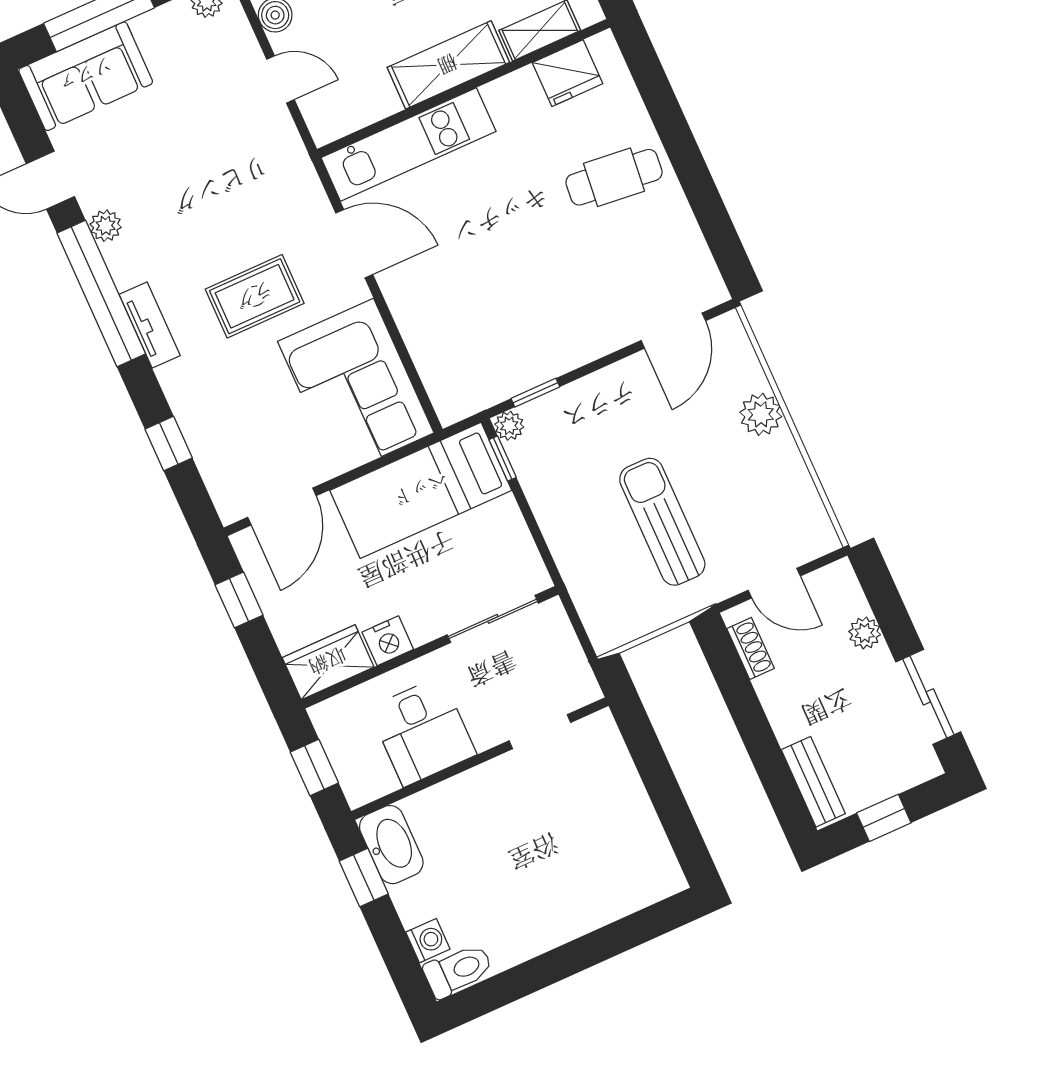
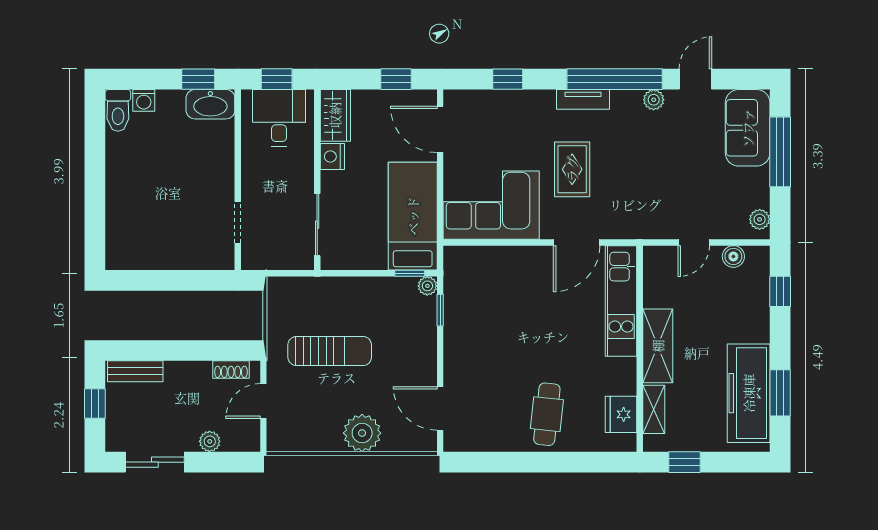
plant: (761, 414) -> (362, 433), width x1.36, depth x1.36
desk: (422, 731) -> (279, 118), moved, turned 90

